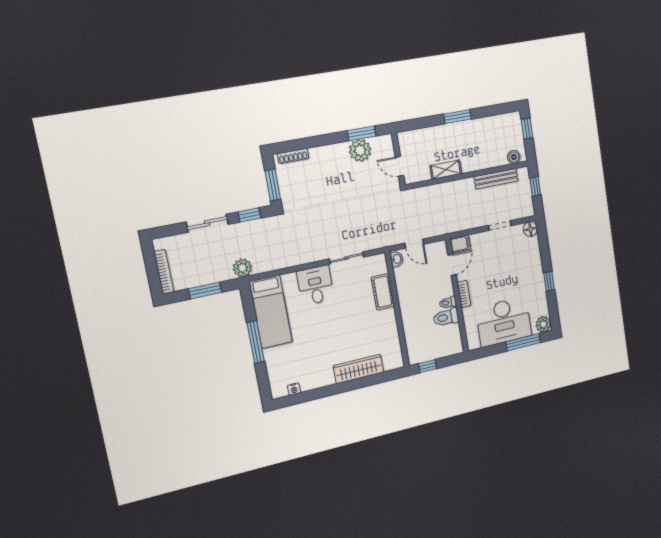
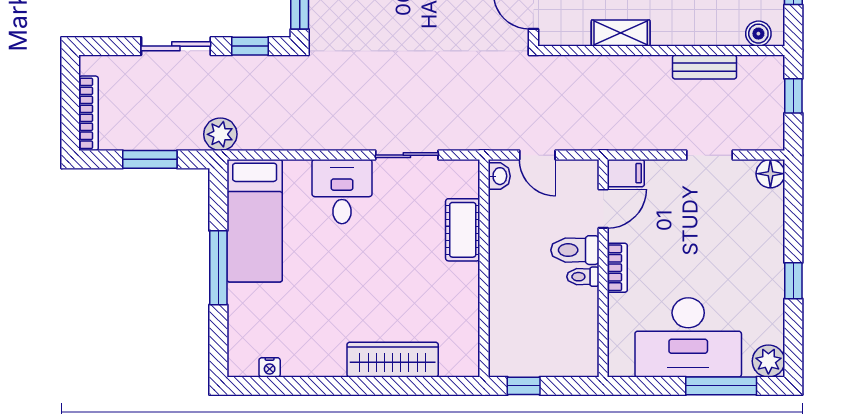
bench: (496, 179) -> (704, 67), width x0.73
toilet: (446, 317) -> (575, 250), moved

